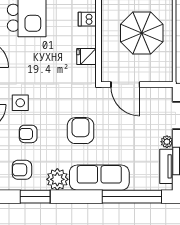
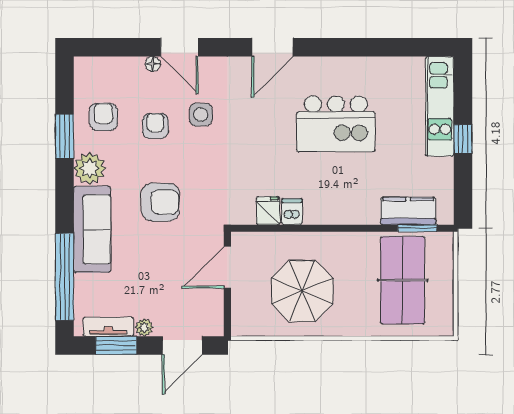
dishwasher: (87, 19) -> (292, 212), moved

